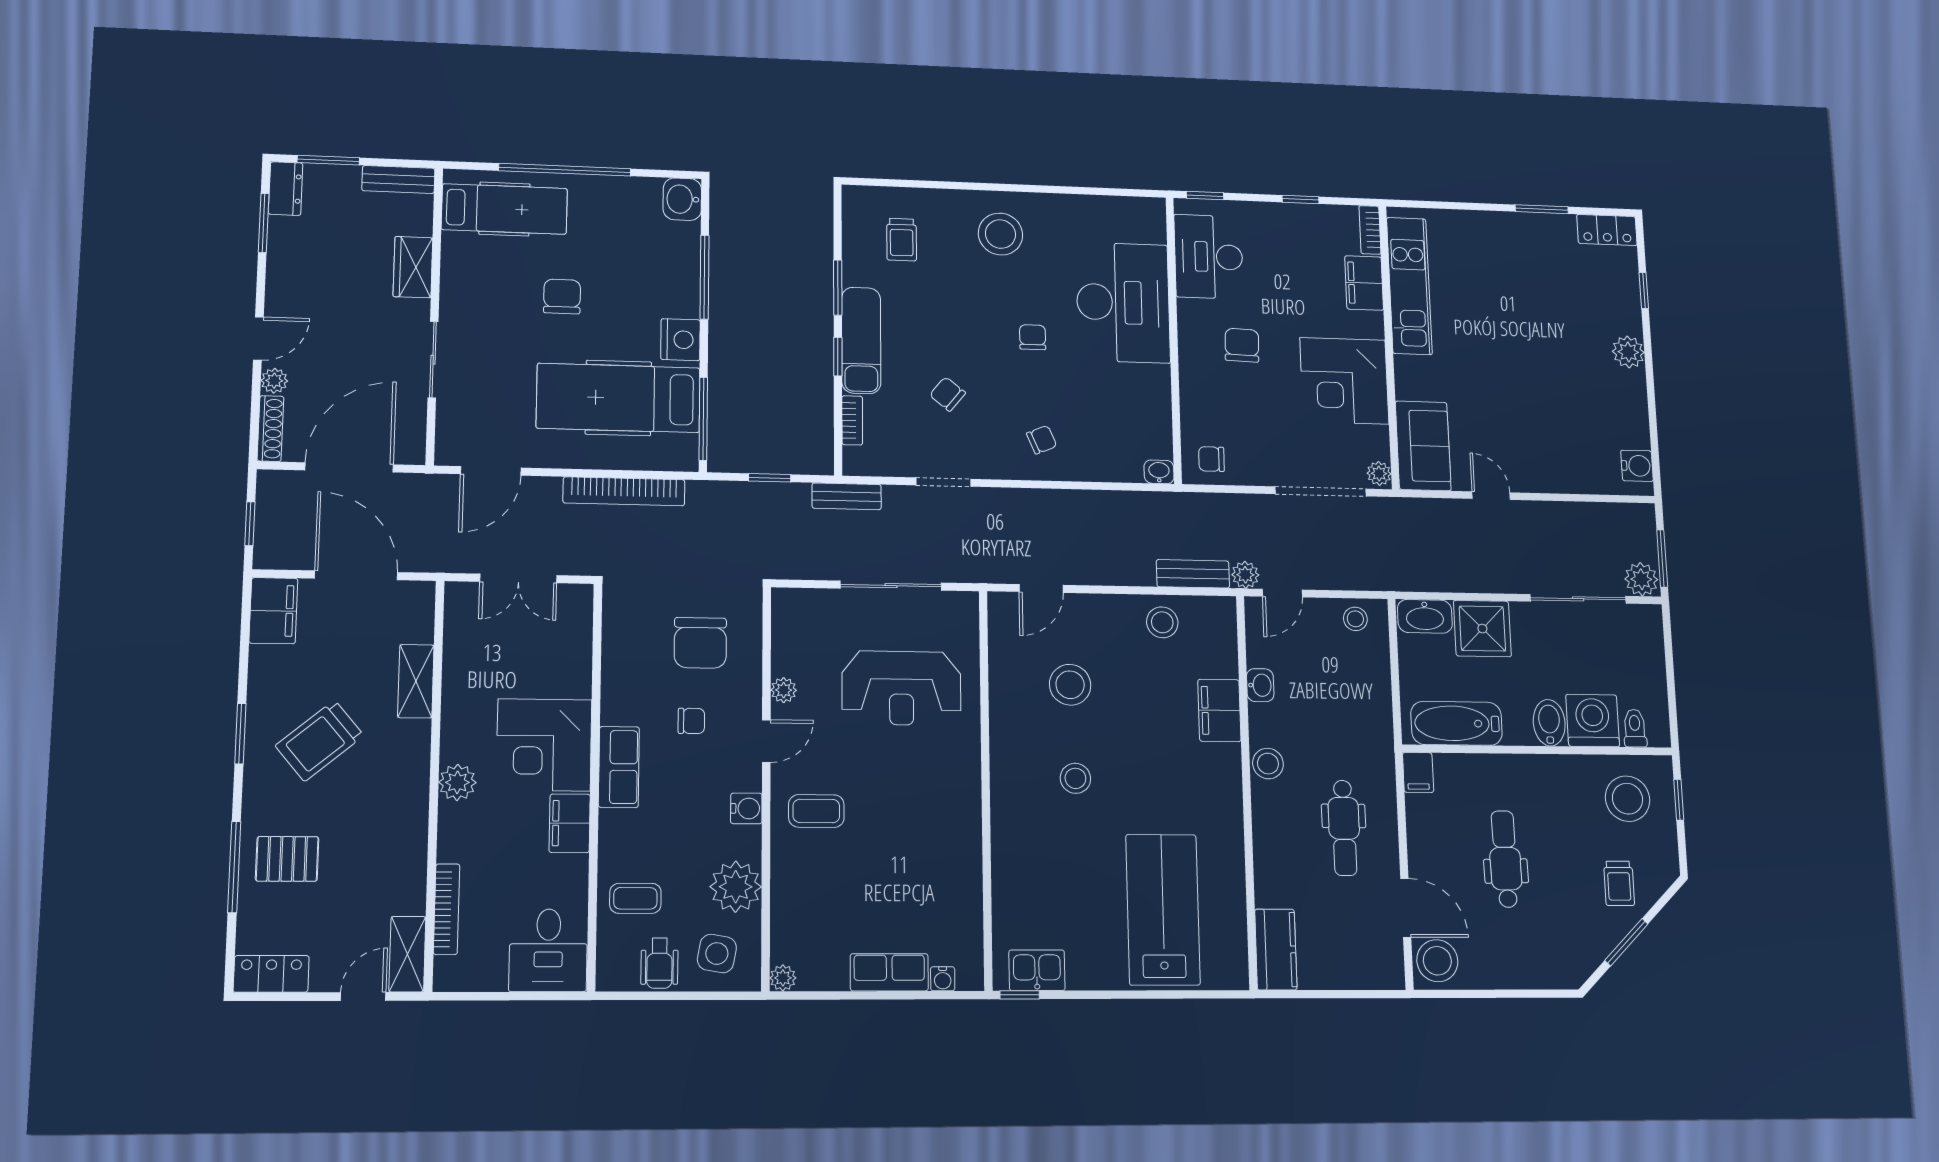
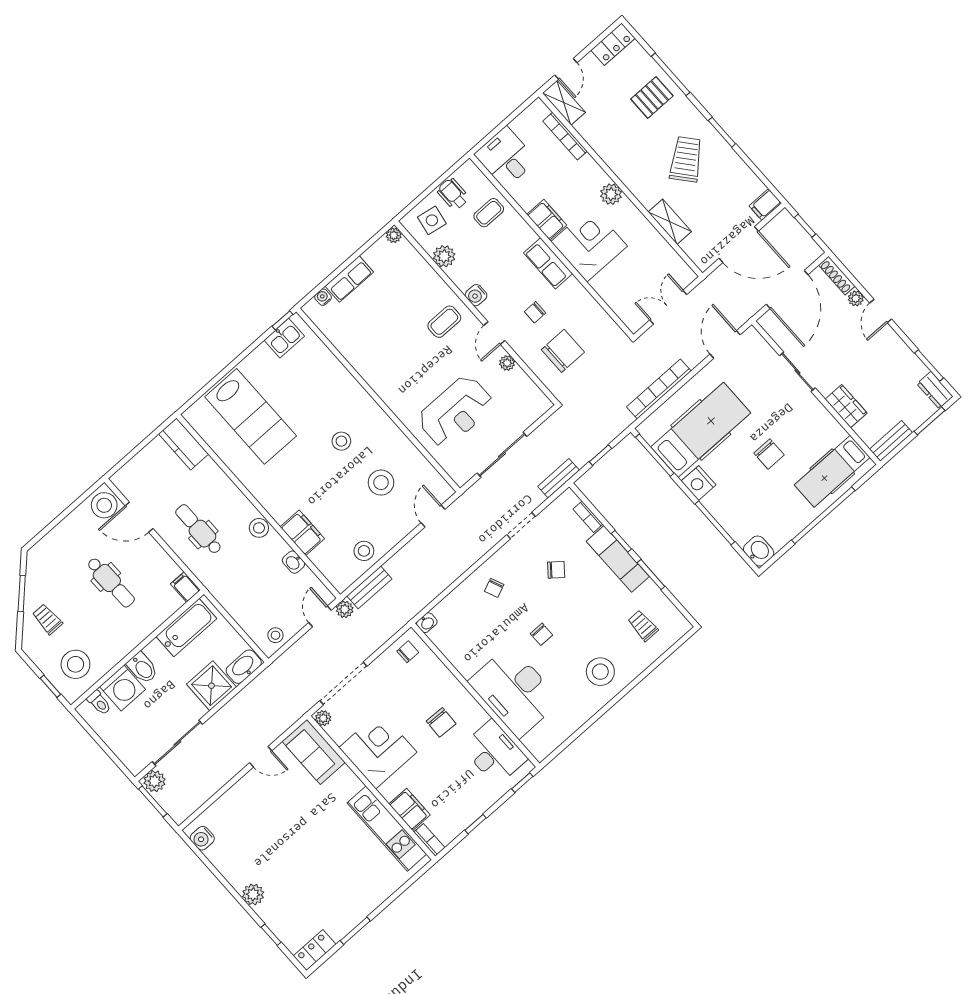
filing cabinet: (273, 611) -> (765, 205), width x0.50
chair: (700, 643) -> (563, 351), turned 90
reception desk: (901, 688) -> (456, 412), turned 180
plant: (736, 887) -> (444, 256), width x0.73, depth x0.73

